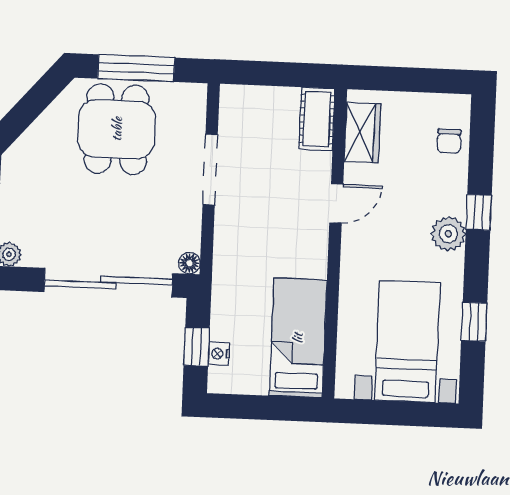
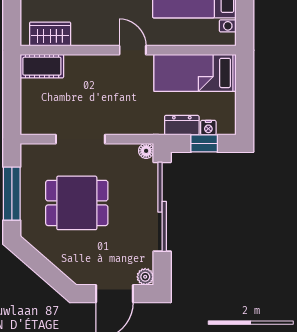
dining table: (117, 129) -> (77, 203), moved
door: (336, 203) -> (133, 50), moved
dresser: (224, 316) -> (182, 125), added

